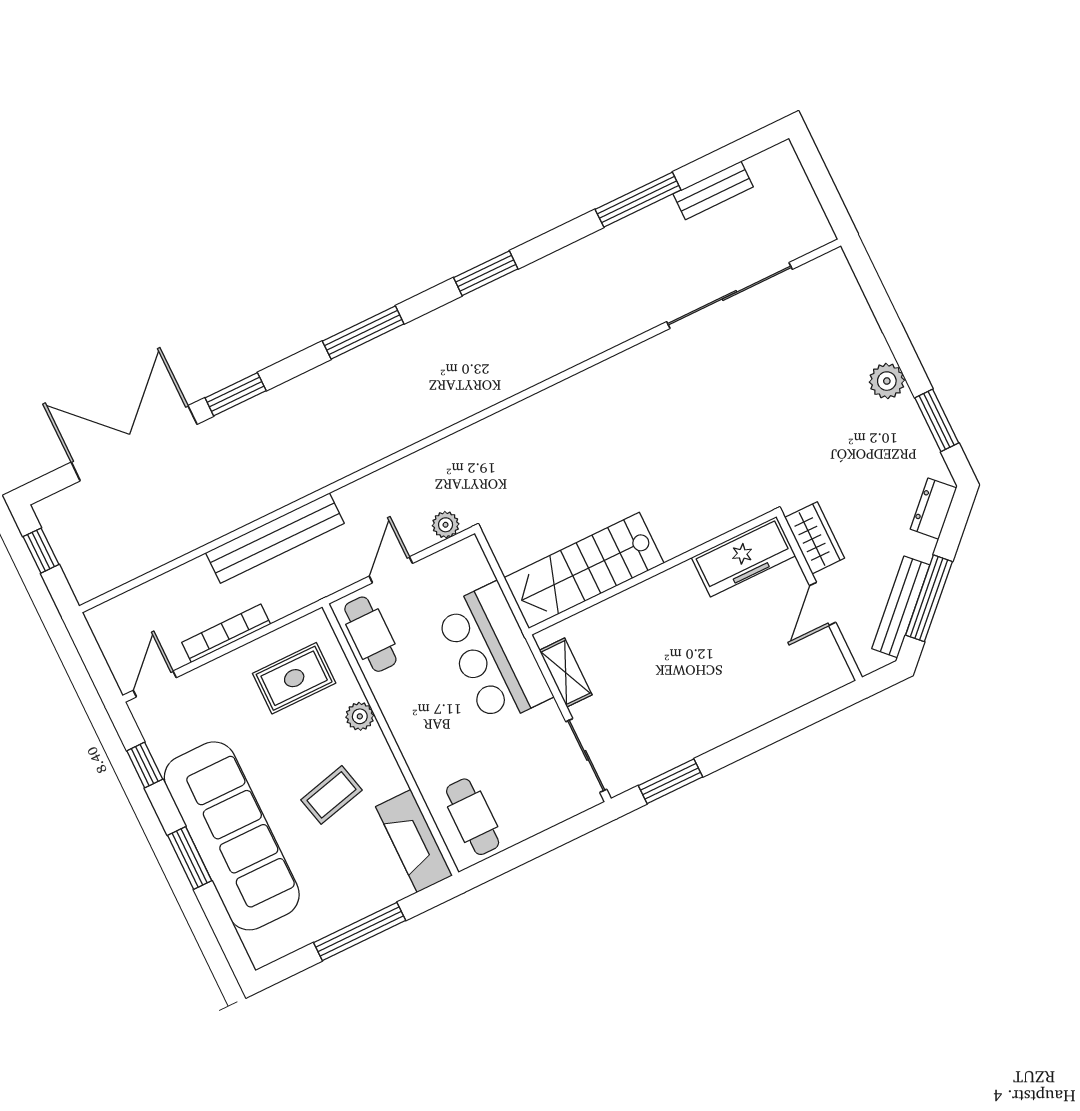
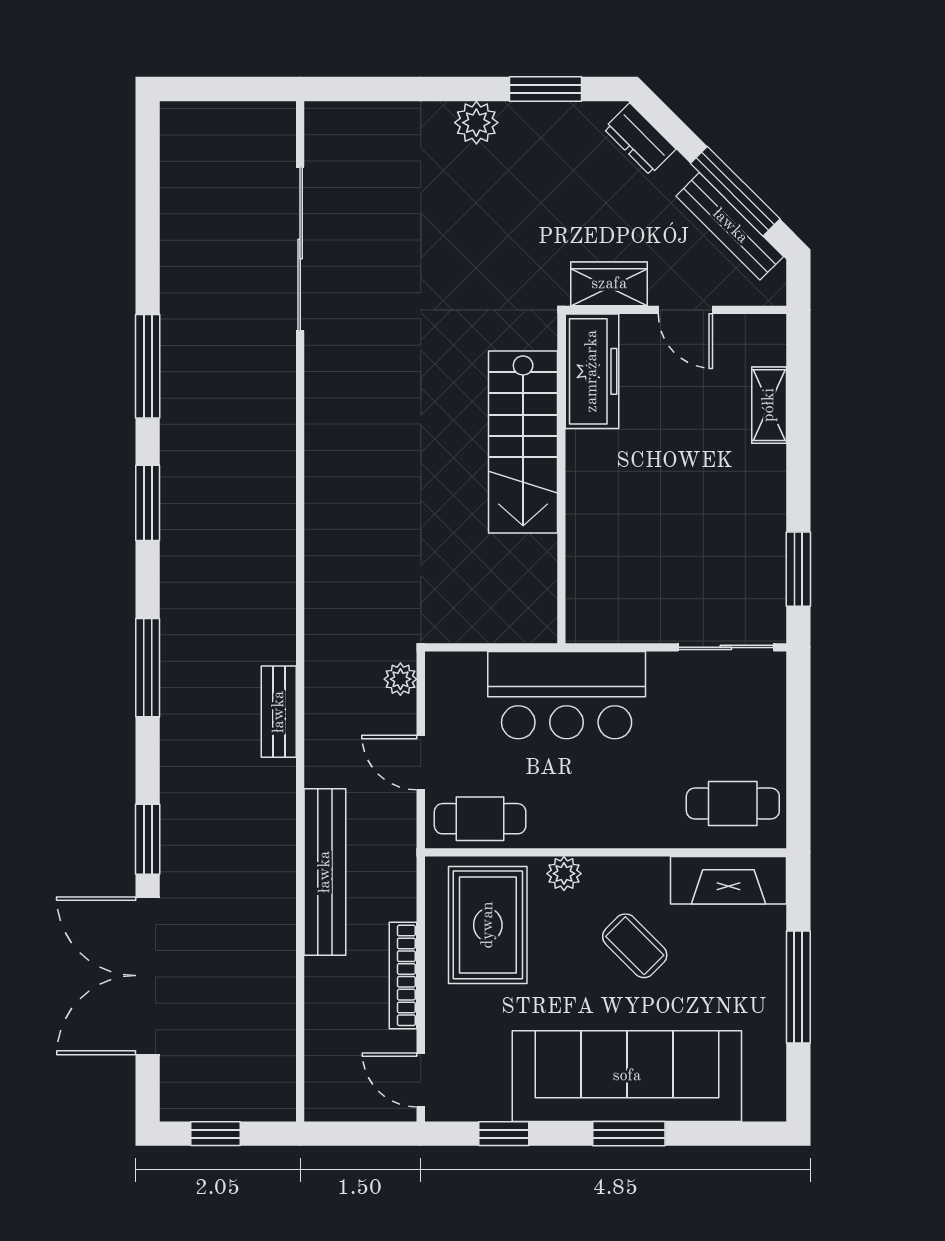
bench: (713, 190) -> (279, 712), moved
window: (638, 200) -> (148, 366), moved
stairs: (584, 570) -> (523, 442), moved
shelving: (566, 673) -> (769, 405), moved, turned 90
rug: (294, 678) -> (488, 925), width x1.36, depth x1.43
coffee table: (331, 795) -> (635, 946), turned -31

